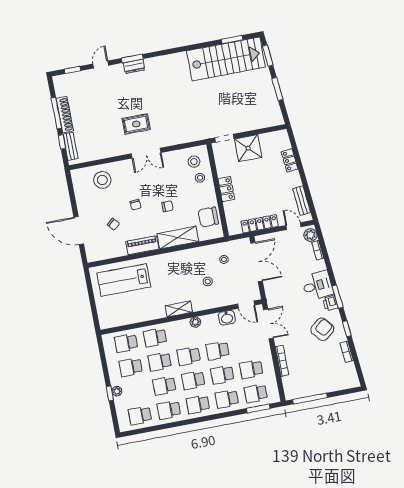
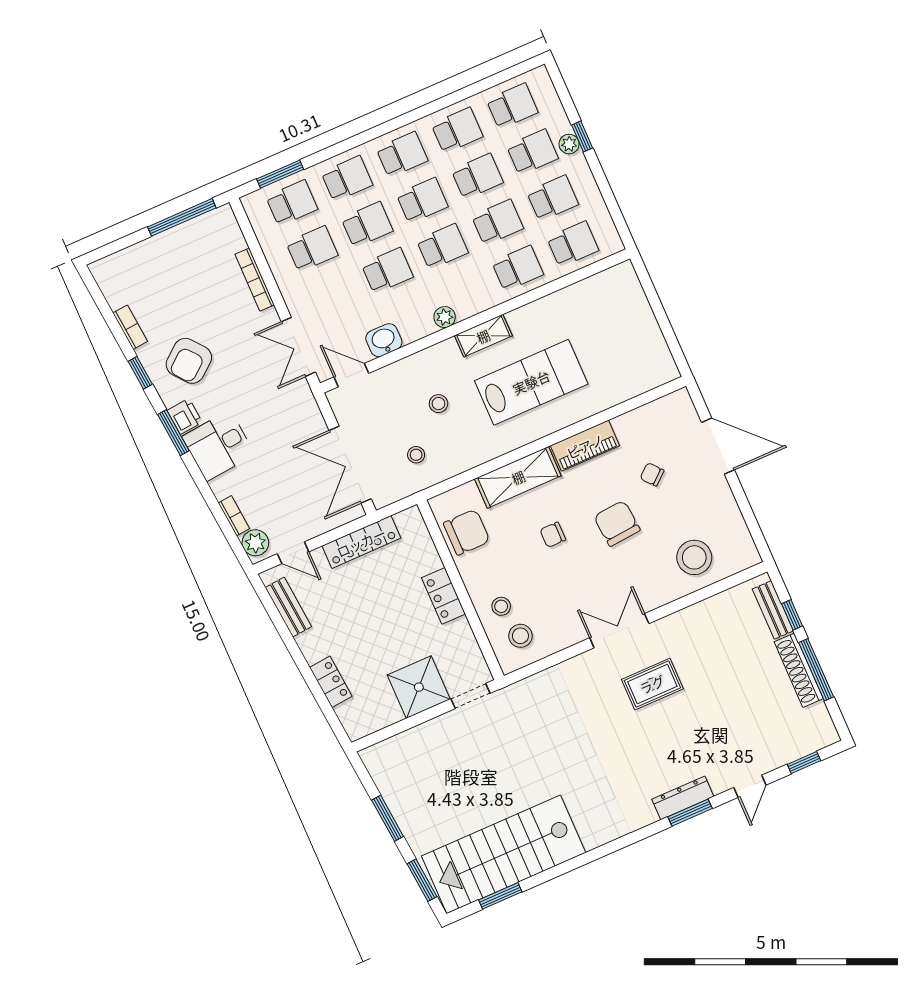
dresser: (134, 66) -> (683, 798), width x1.44
chair: (136, 205) -> (617, 523), width x1.87, depth x1.87
lab bench: (124, 280) -> (531, 382), moved
school desk: (135, 391) -> (532, 152), added

